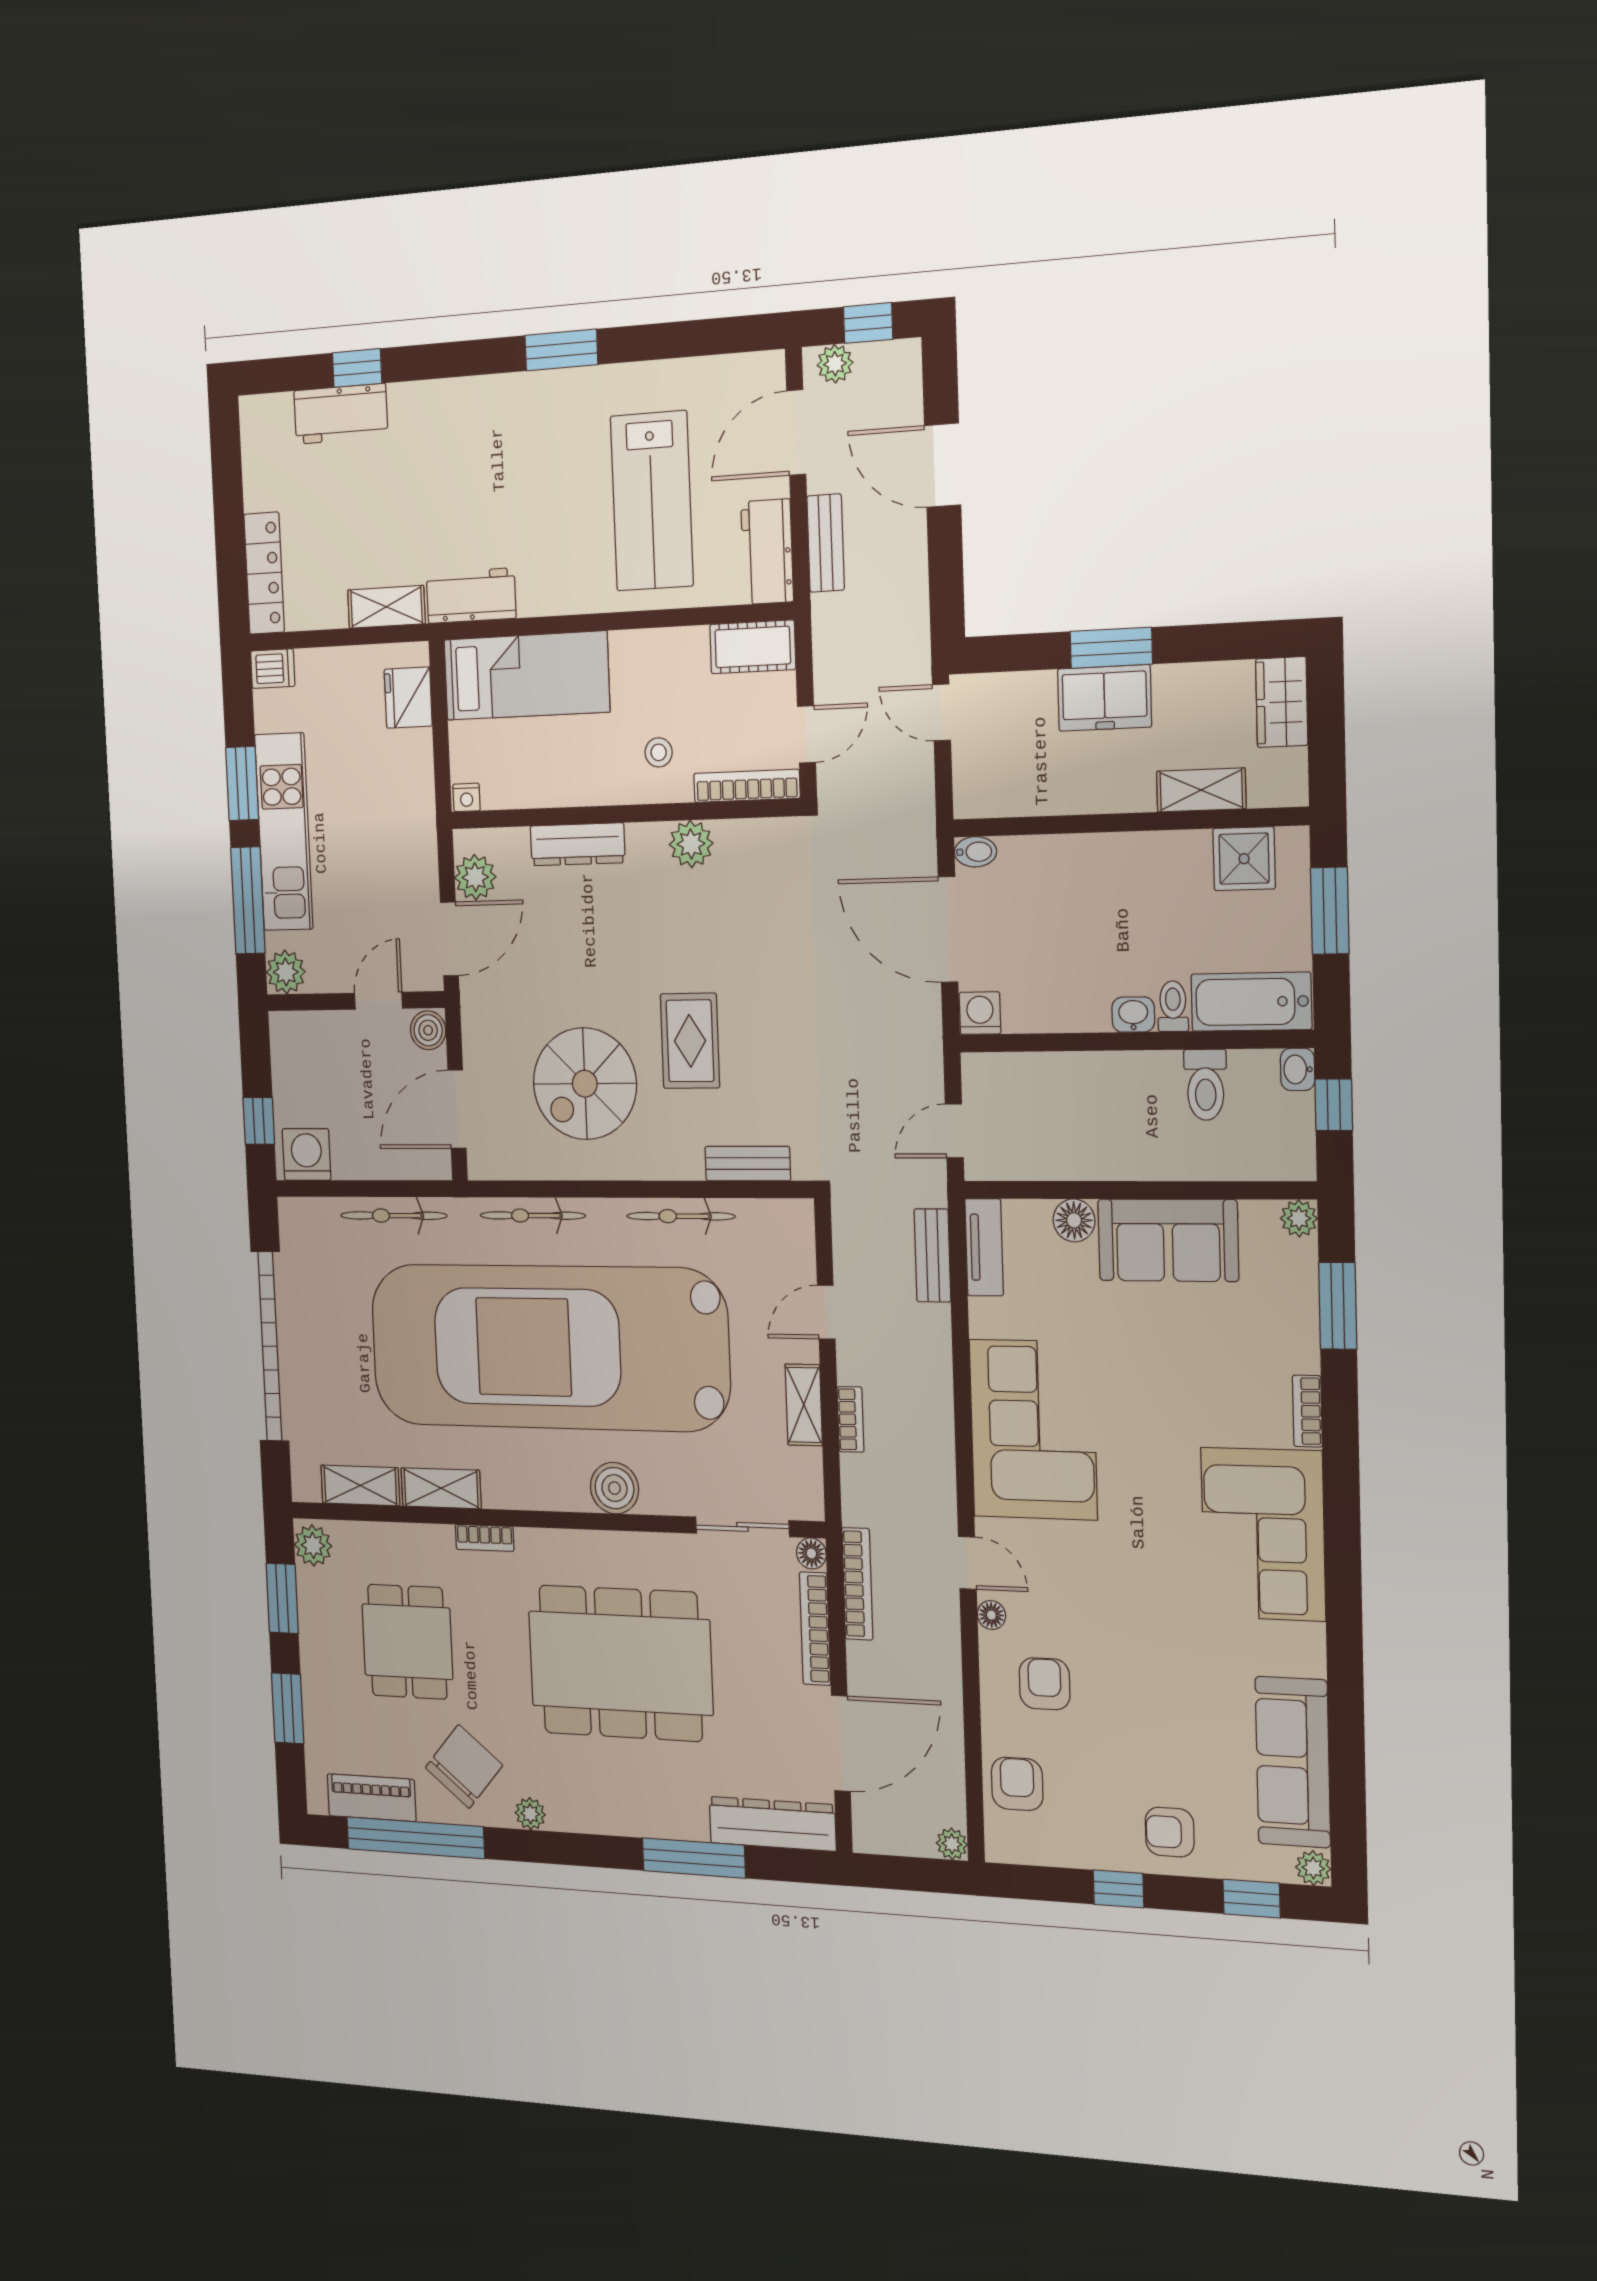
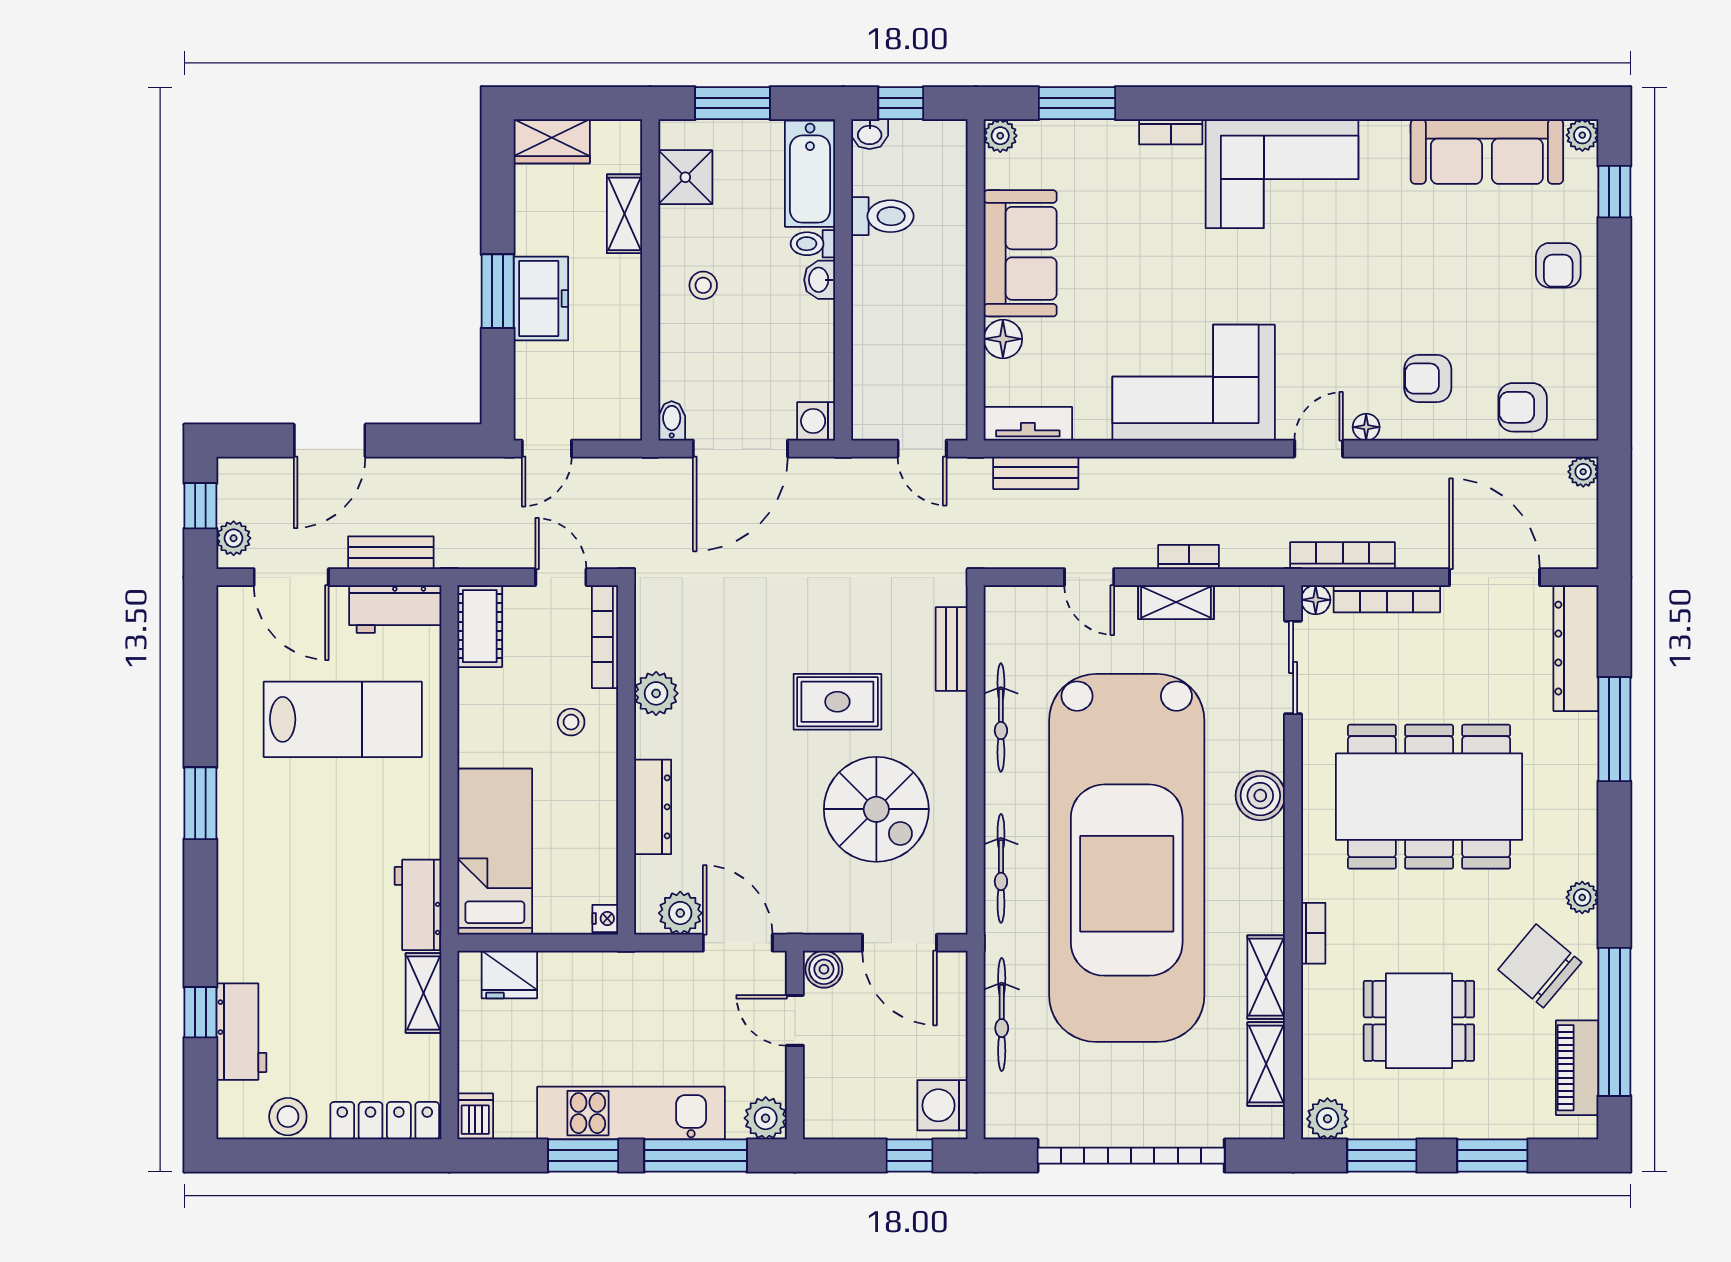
stool: (263, 470) -> (288, 1117), added
stool: (1124, 883) -> (703, 285), added
dining table: (620, 1663) -> (1429, 797), turned 90
window: (1118, 1889) -> (1614, 314), removed

